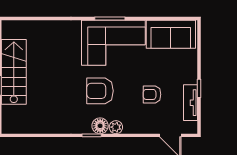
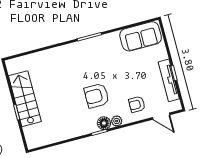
corner sofa: (113, 43) -> (97, 55), removed
armchair: (152, 94) -> (137, 104), moved
tv unit: (191, 103) -> (169, 80), width x1.41

